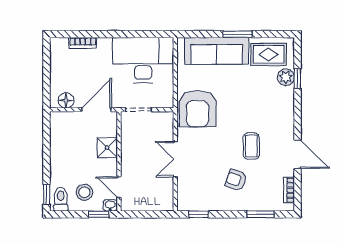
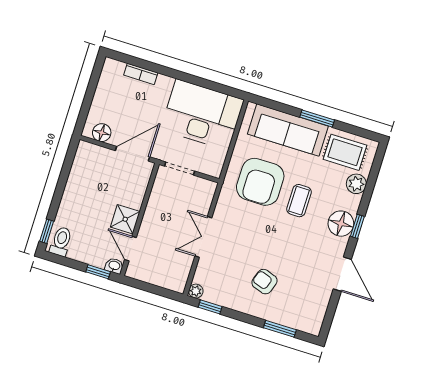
window: (297, 78) -> (357, 226), moved
armchair: (197, 109) -> (260, 182), moved
floor lamp: (283, 113) -> (341, 224), added
coffee table: (251, 146) -> (299, 201), moved
shower: (107, 148) -> (125, 219), moved
bookcase: (289, 190) -> (320, 312), removed
stool: (84, 192) -> (90, 242), removed
plant: (183, 205) -> (196, 291), added

